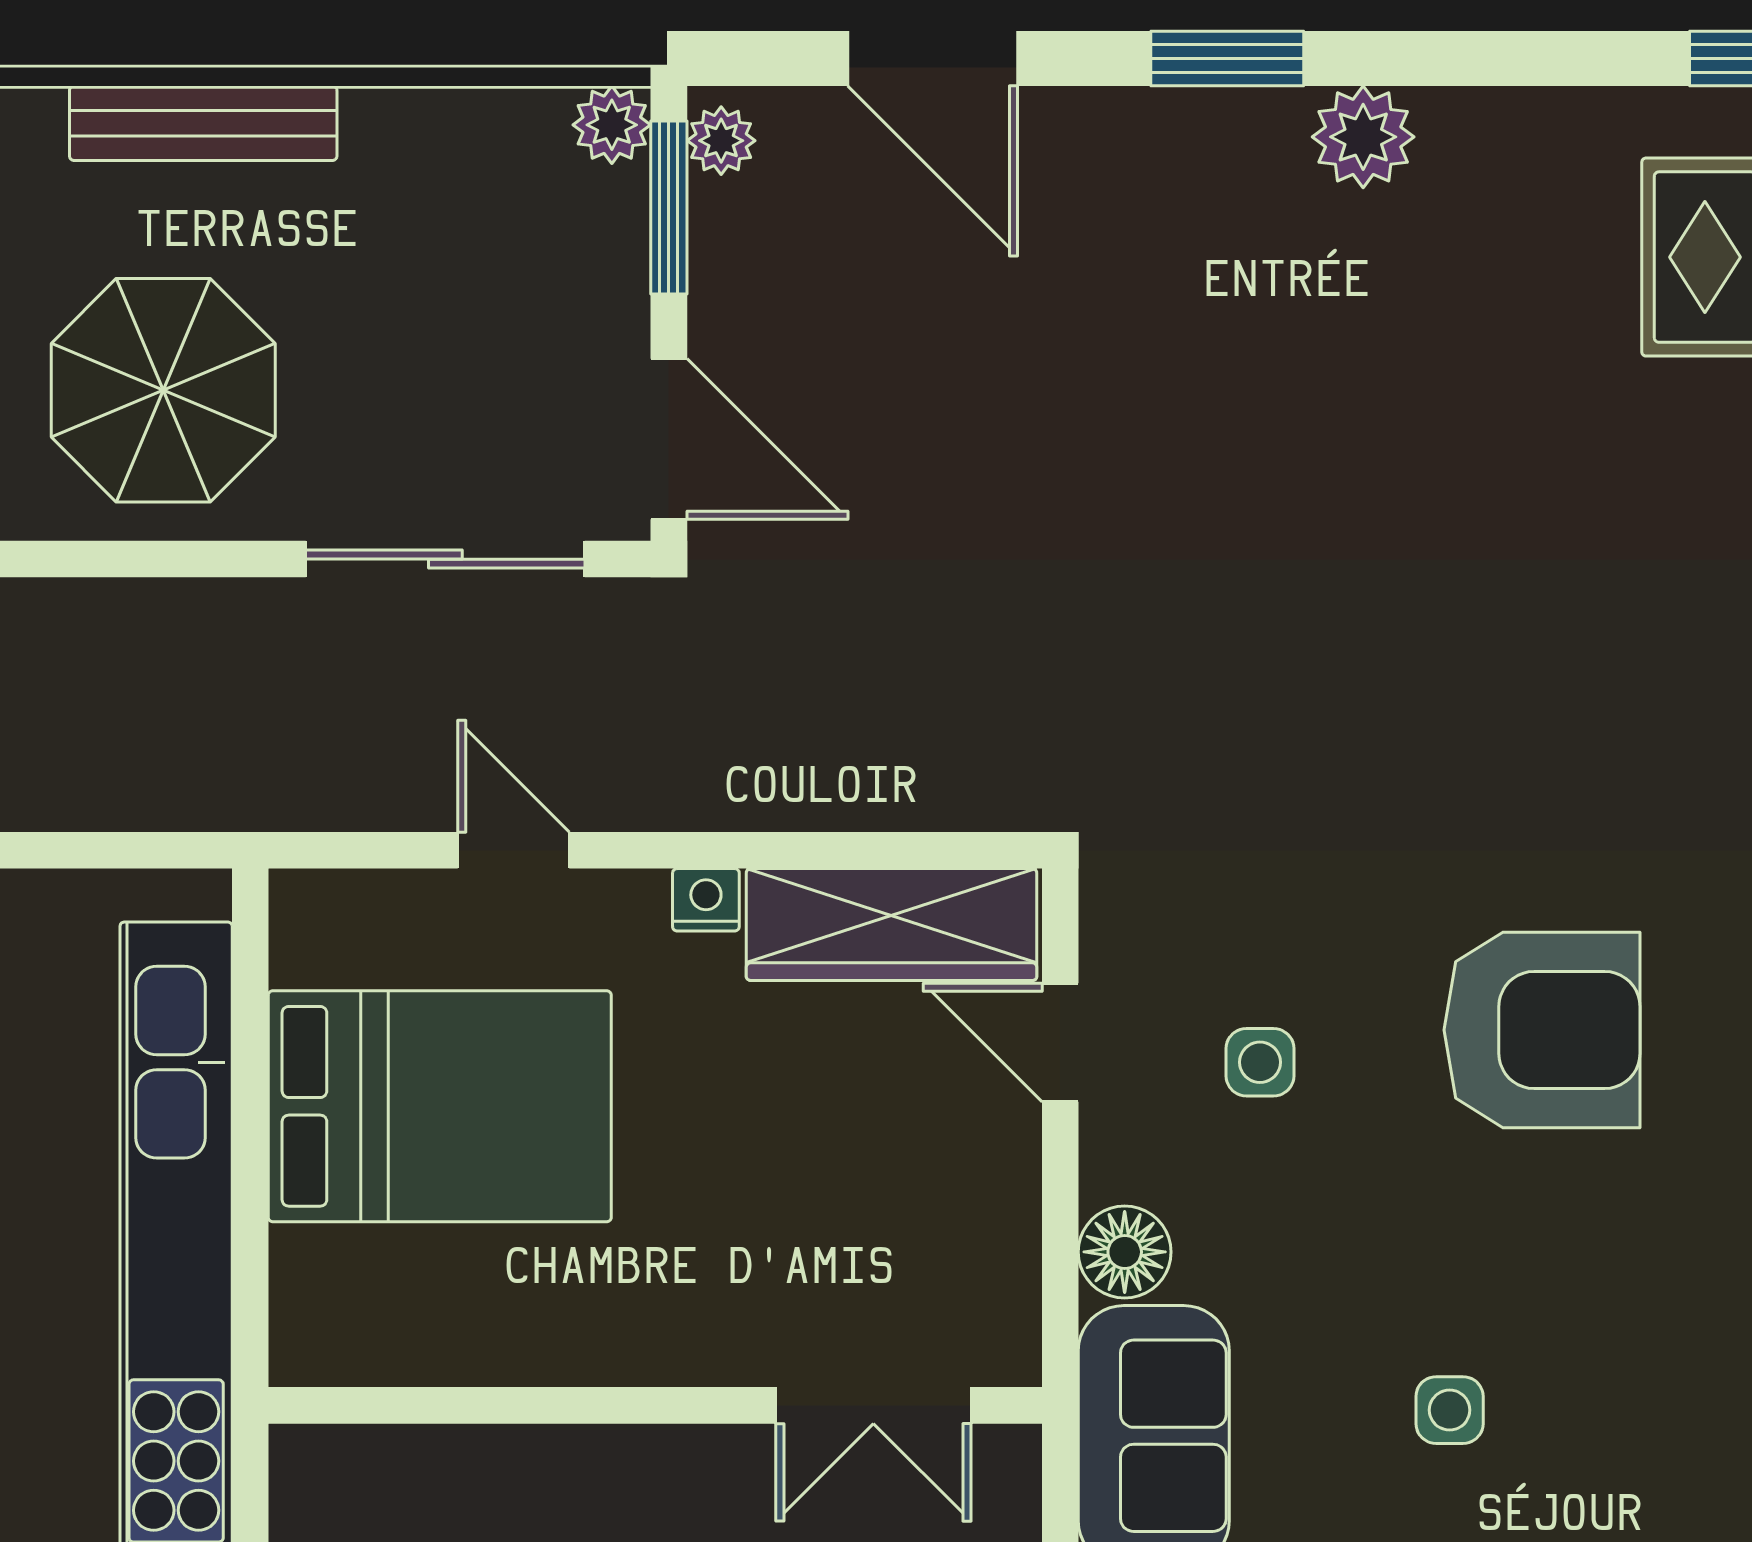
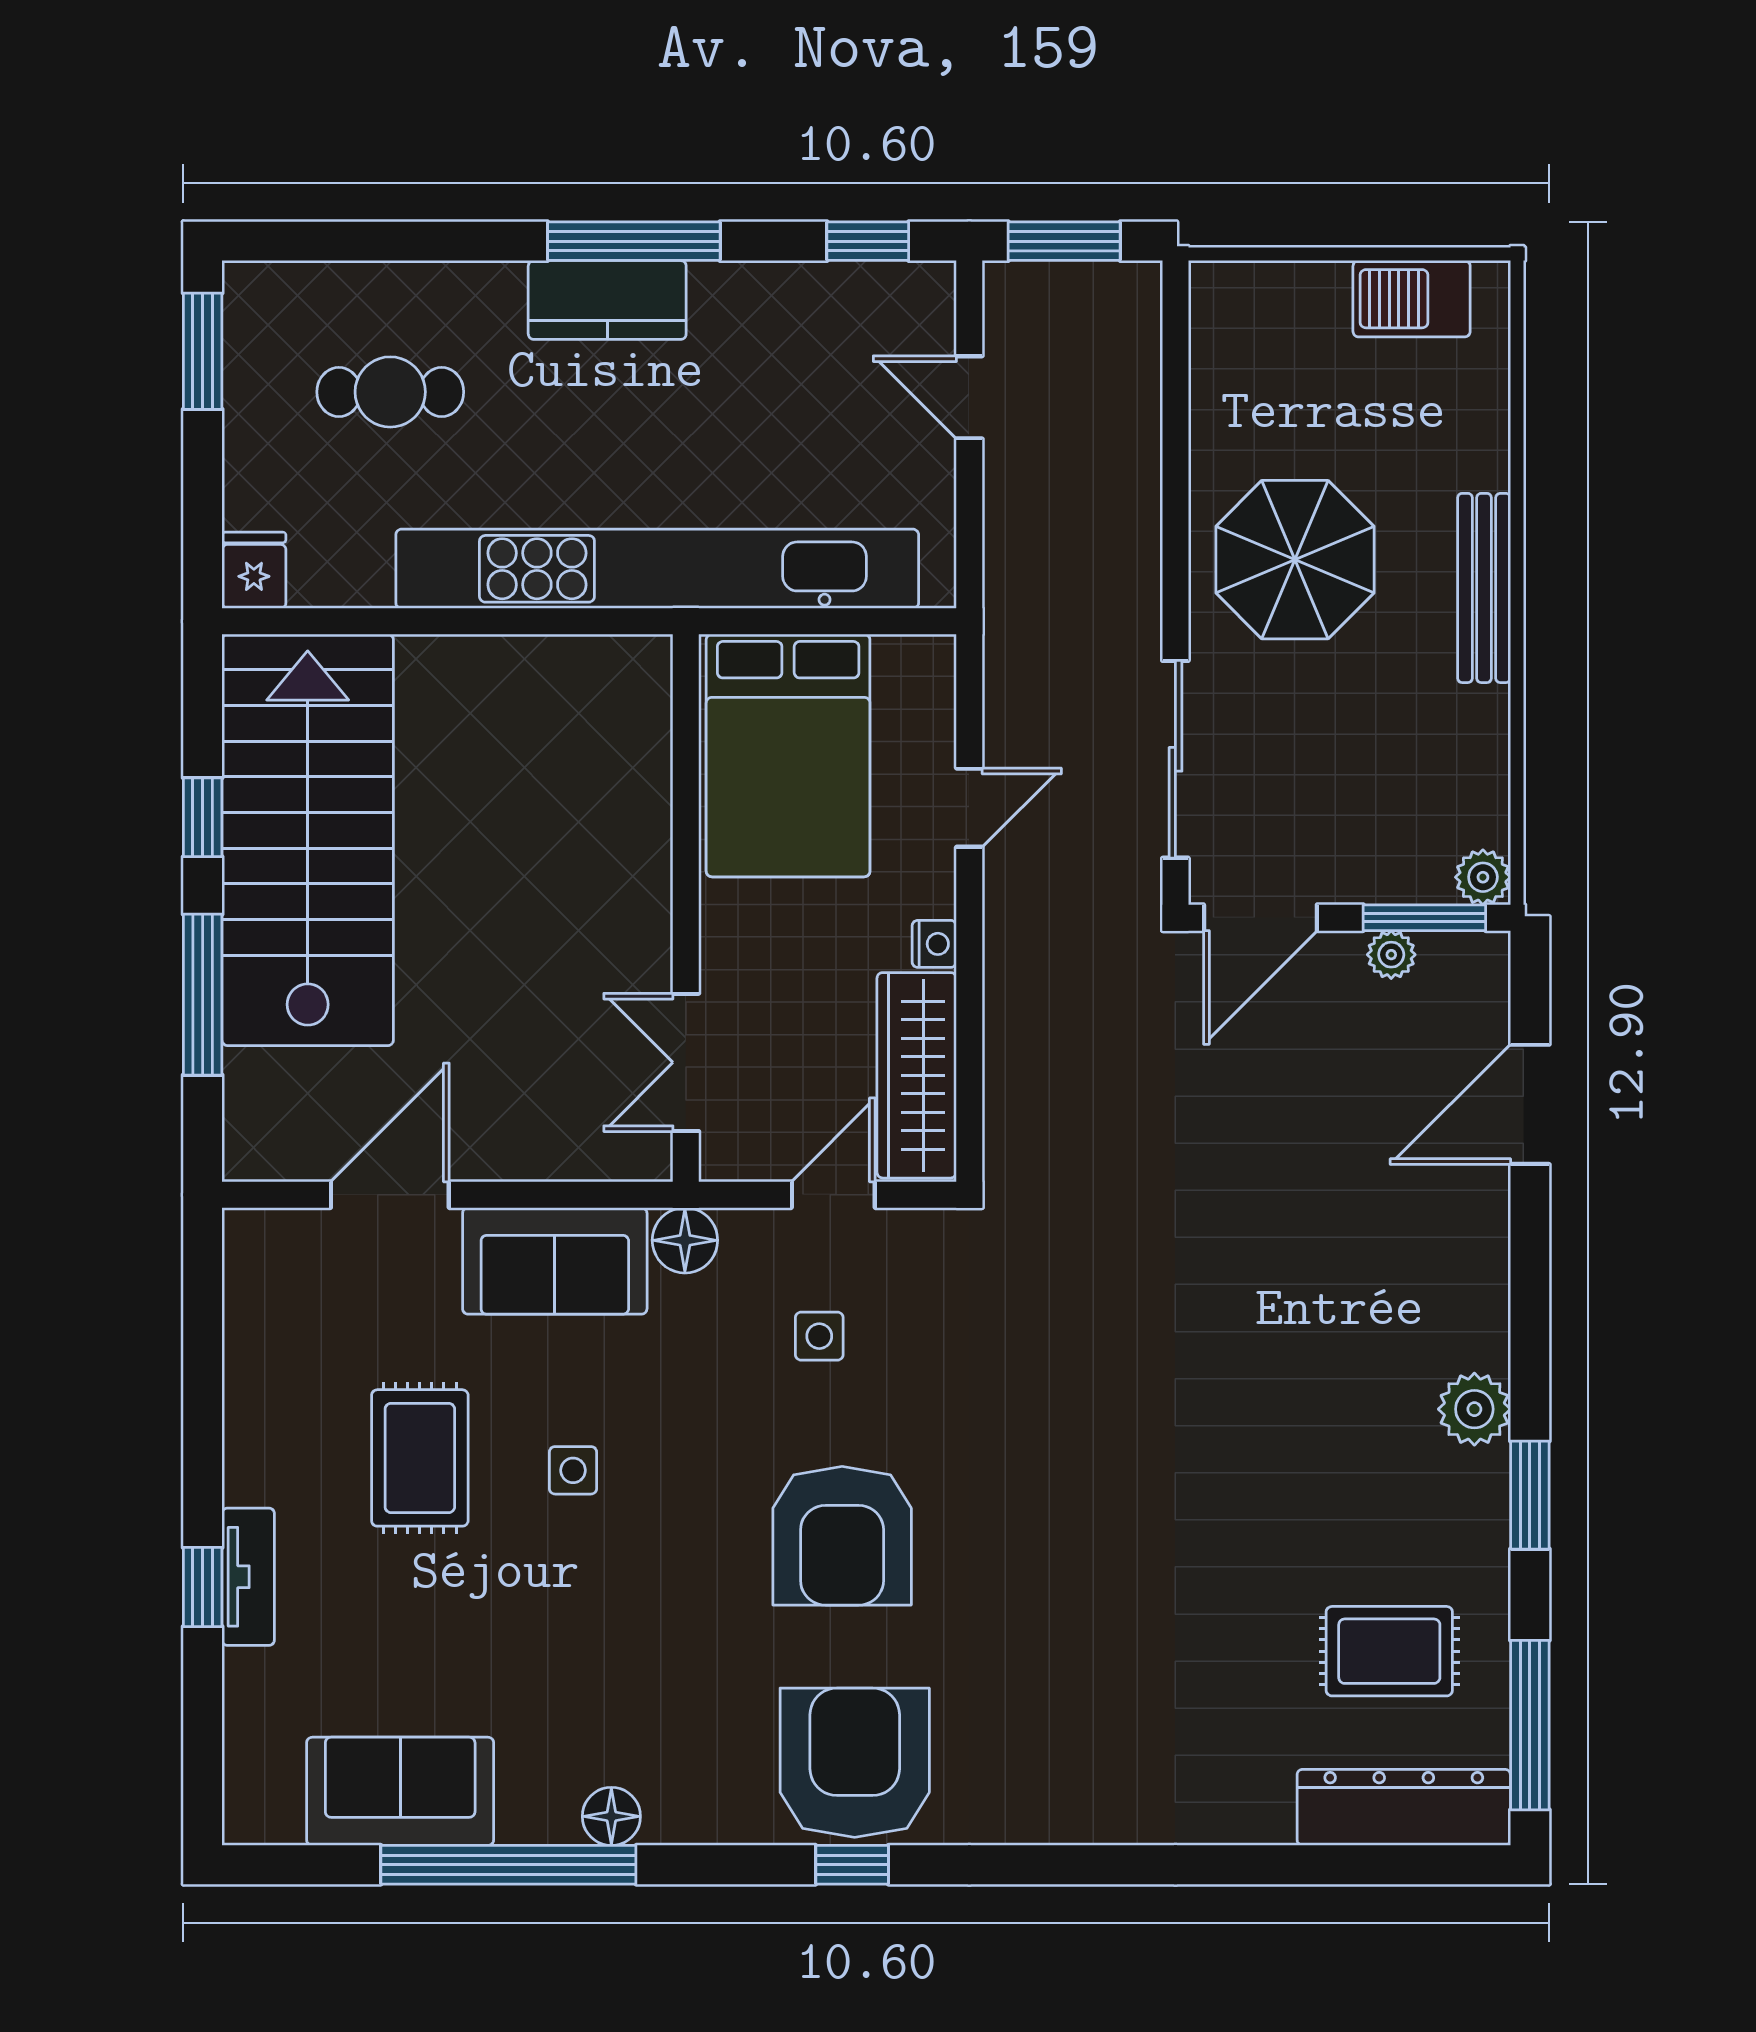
window: (1227, 59) -> (1530, 1495), moved
plant: (721, 141) -> (1391, 955), moved
wall: (655, 1405) -> (686, 908), moved
double door: (873, 1405) -> (686, 1062), moved

